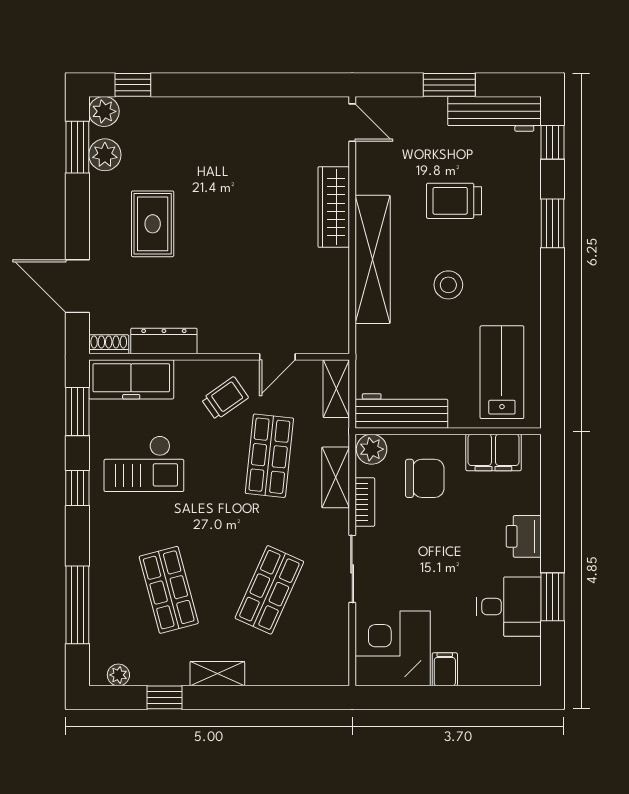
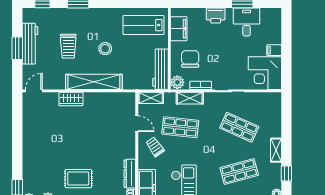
workbench: (494, 114) -> (30, 44), moved
wardrobe: (334, 207) -> (71, 99), width x0.67

